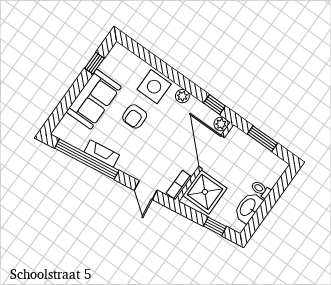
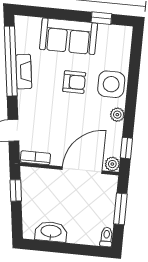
armchair: (135, 116) -> (74, 82), turned 180
toilet: (261, 189) -> (106, 237), moved
shower: (205, 192) -> (43, 185), removed
window: (215, 226) -> (16, 190), moved

